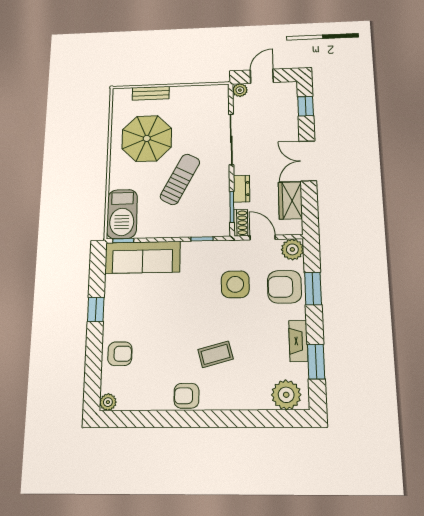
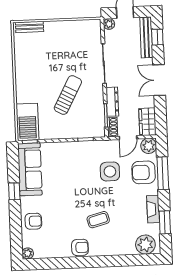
bench: (151, 93) -> (30, 27), moved
bench: (290, 107) -> (146, 37), added
parasol: (147, 138) -> (42, 63), removed
dresser: (242, 189) -> (112, 102), width x1.44
wardrobe: (290, 200) -> (147, 122), moved
door: (263, 238) -> (128, 138), swing flipped
sofa: (143, 257) -> (30, 169), moved, turned -90
window: (313, 289) -> (163, 173), width x1.44
armchair: (187, 396) -> (80, 247), turned 180

